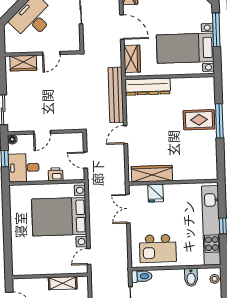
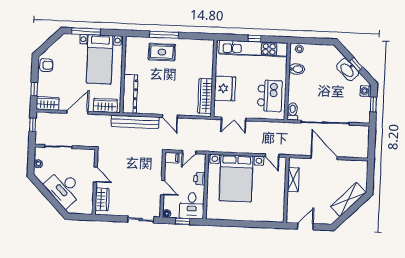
rug: (199, 120) -> (162, 52), turned 90
filing cabinet: (77, 141) -> (172, 158), added
fridge: (156, 193) -> (225, 89), width x1.88, depth x1.34

